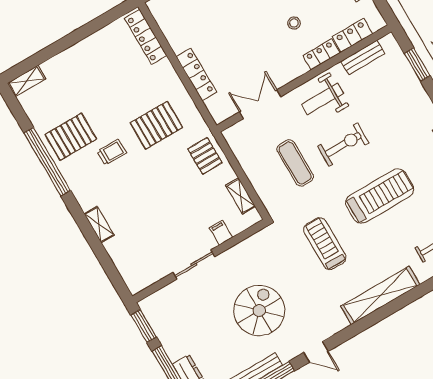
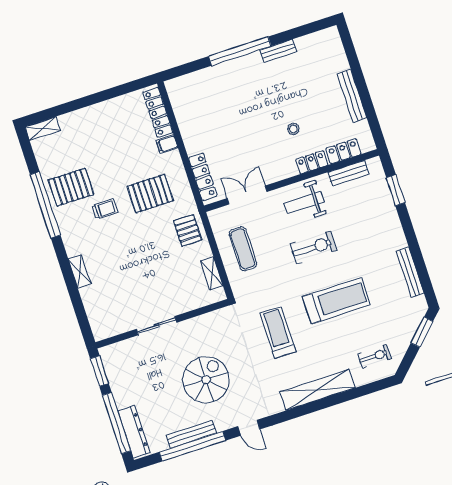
locker: (196, 74) -> (203, 177), moved
exercise mat: (295, 163) -> (243, 249), moved
filing cabinet: (221, 233) -> (167, 144), moved, turned -90

